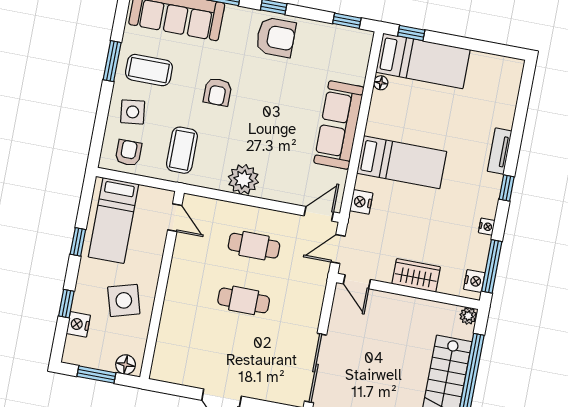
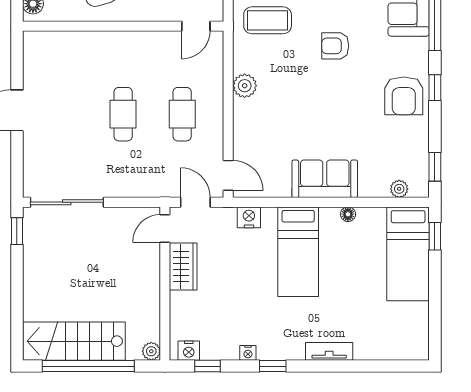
plant: (361, 58) -> (399, 189), added
floor lamp: (381, 83) -> (348, 214), moved
sofa: (339, 125) -> (325, 179), width x0.73
plant: (243, 180) -> (245, 86), width x0.73, depth x0.73
window: (507, 188) -> (273, 366), moved
window: (492, 266) -> (208, 366), width x0.46
wardrobe: (416, 275) -> (183, 266), moved

